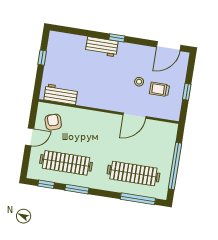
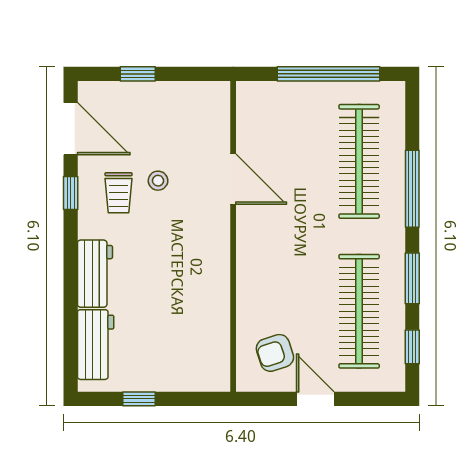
window: (117, 38) -> (71, 193), moved
trolley: (159, 89) -> (119, 193), moved
window: (187, 92) -> (138, 74), moved
workbench: (61, 94) -> (96, 345), moved, turned 180
window: (138, 199) -> (412, 189), moved

